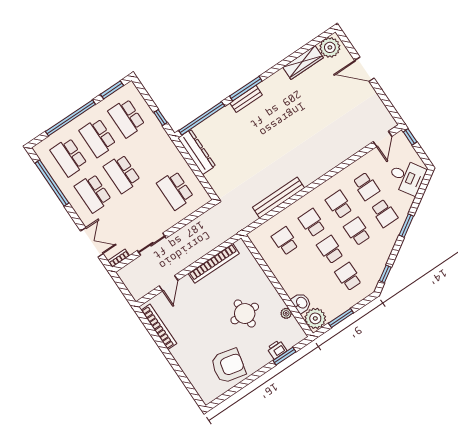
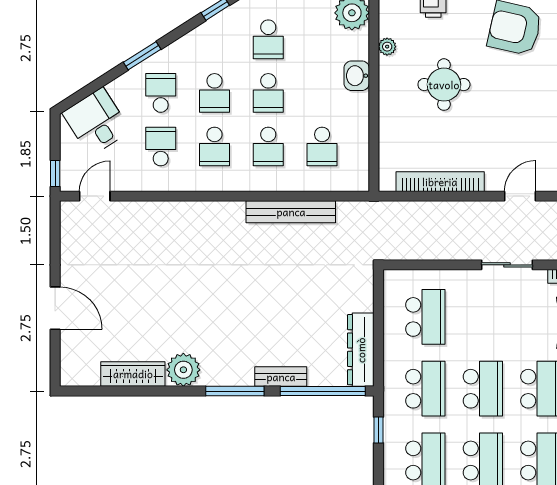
plant: (330, 47) -> (183, 370), moved
bench: (246, 99) -> (281, 377), moved
school desk: (151, 154) -> (425, 389), added
washbasin: (301, 303) -> (357, 76), moved

